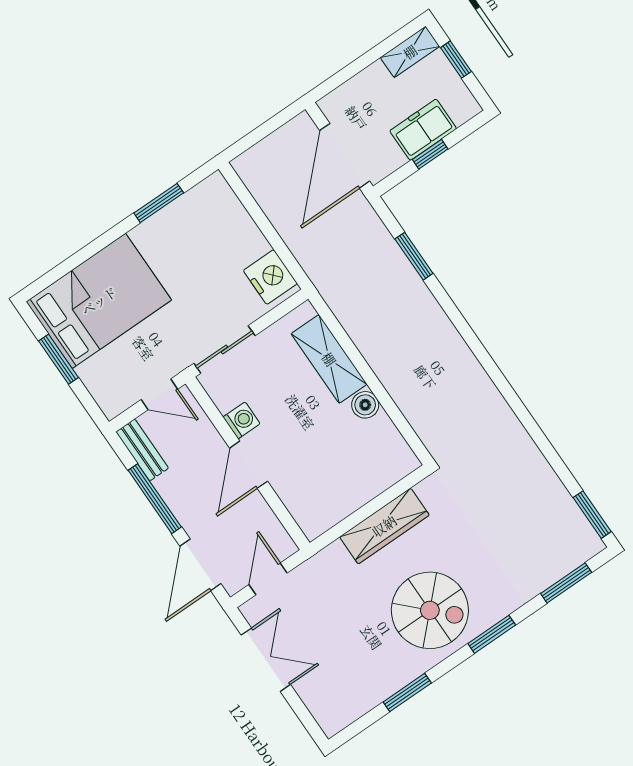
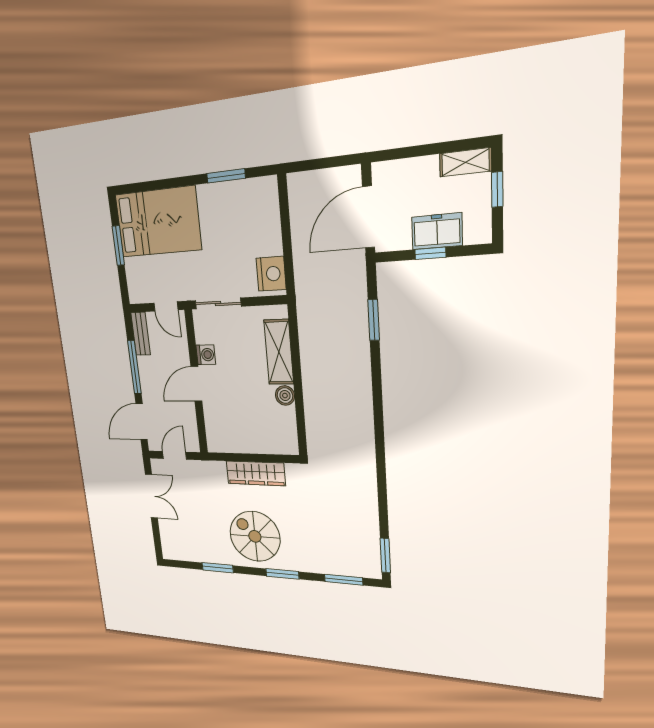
spiral stairs: (430, 610) -> (255, 536), turned 180

